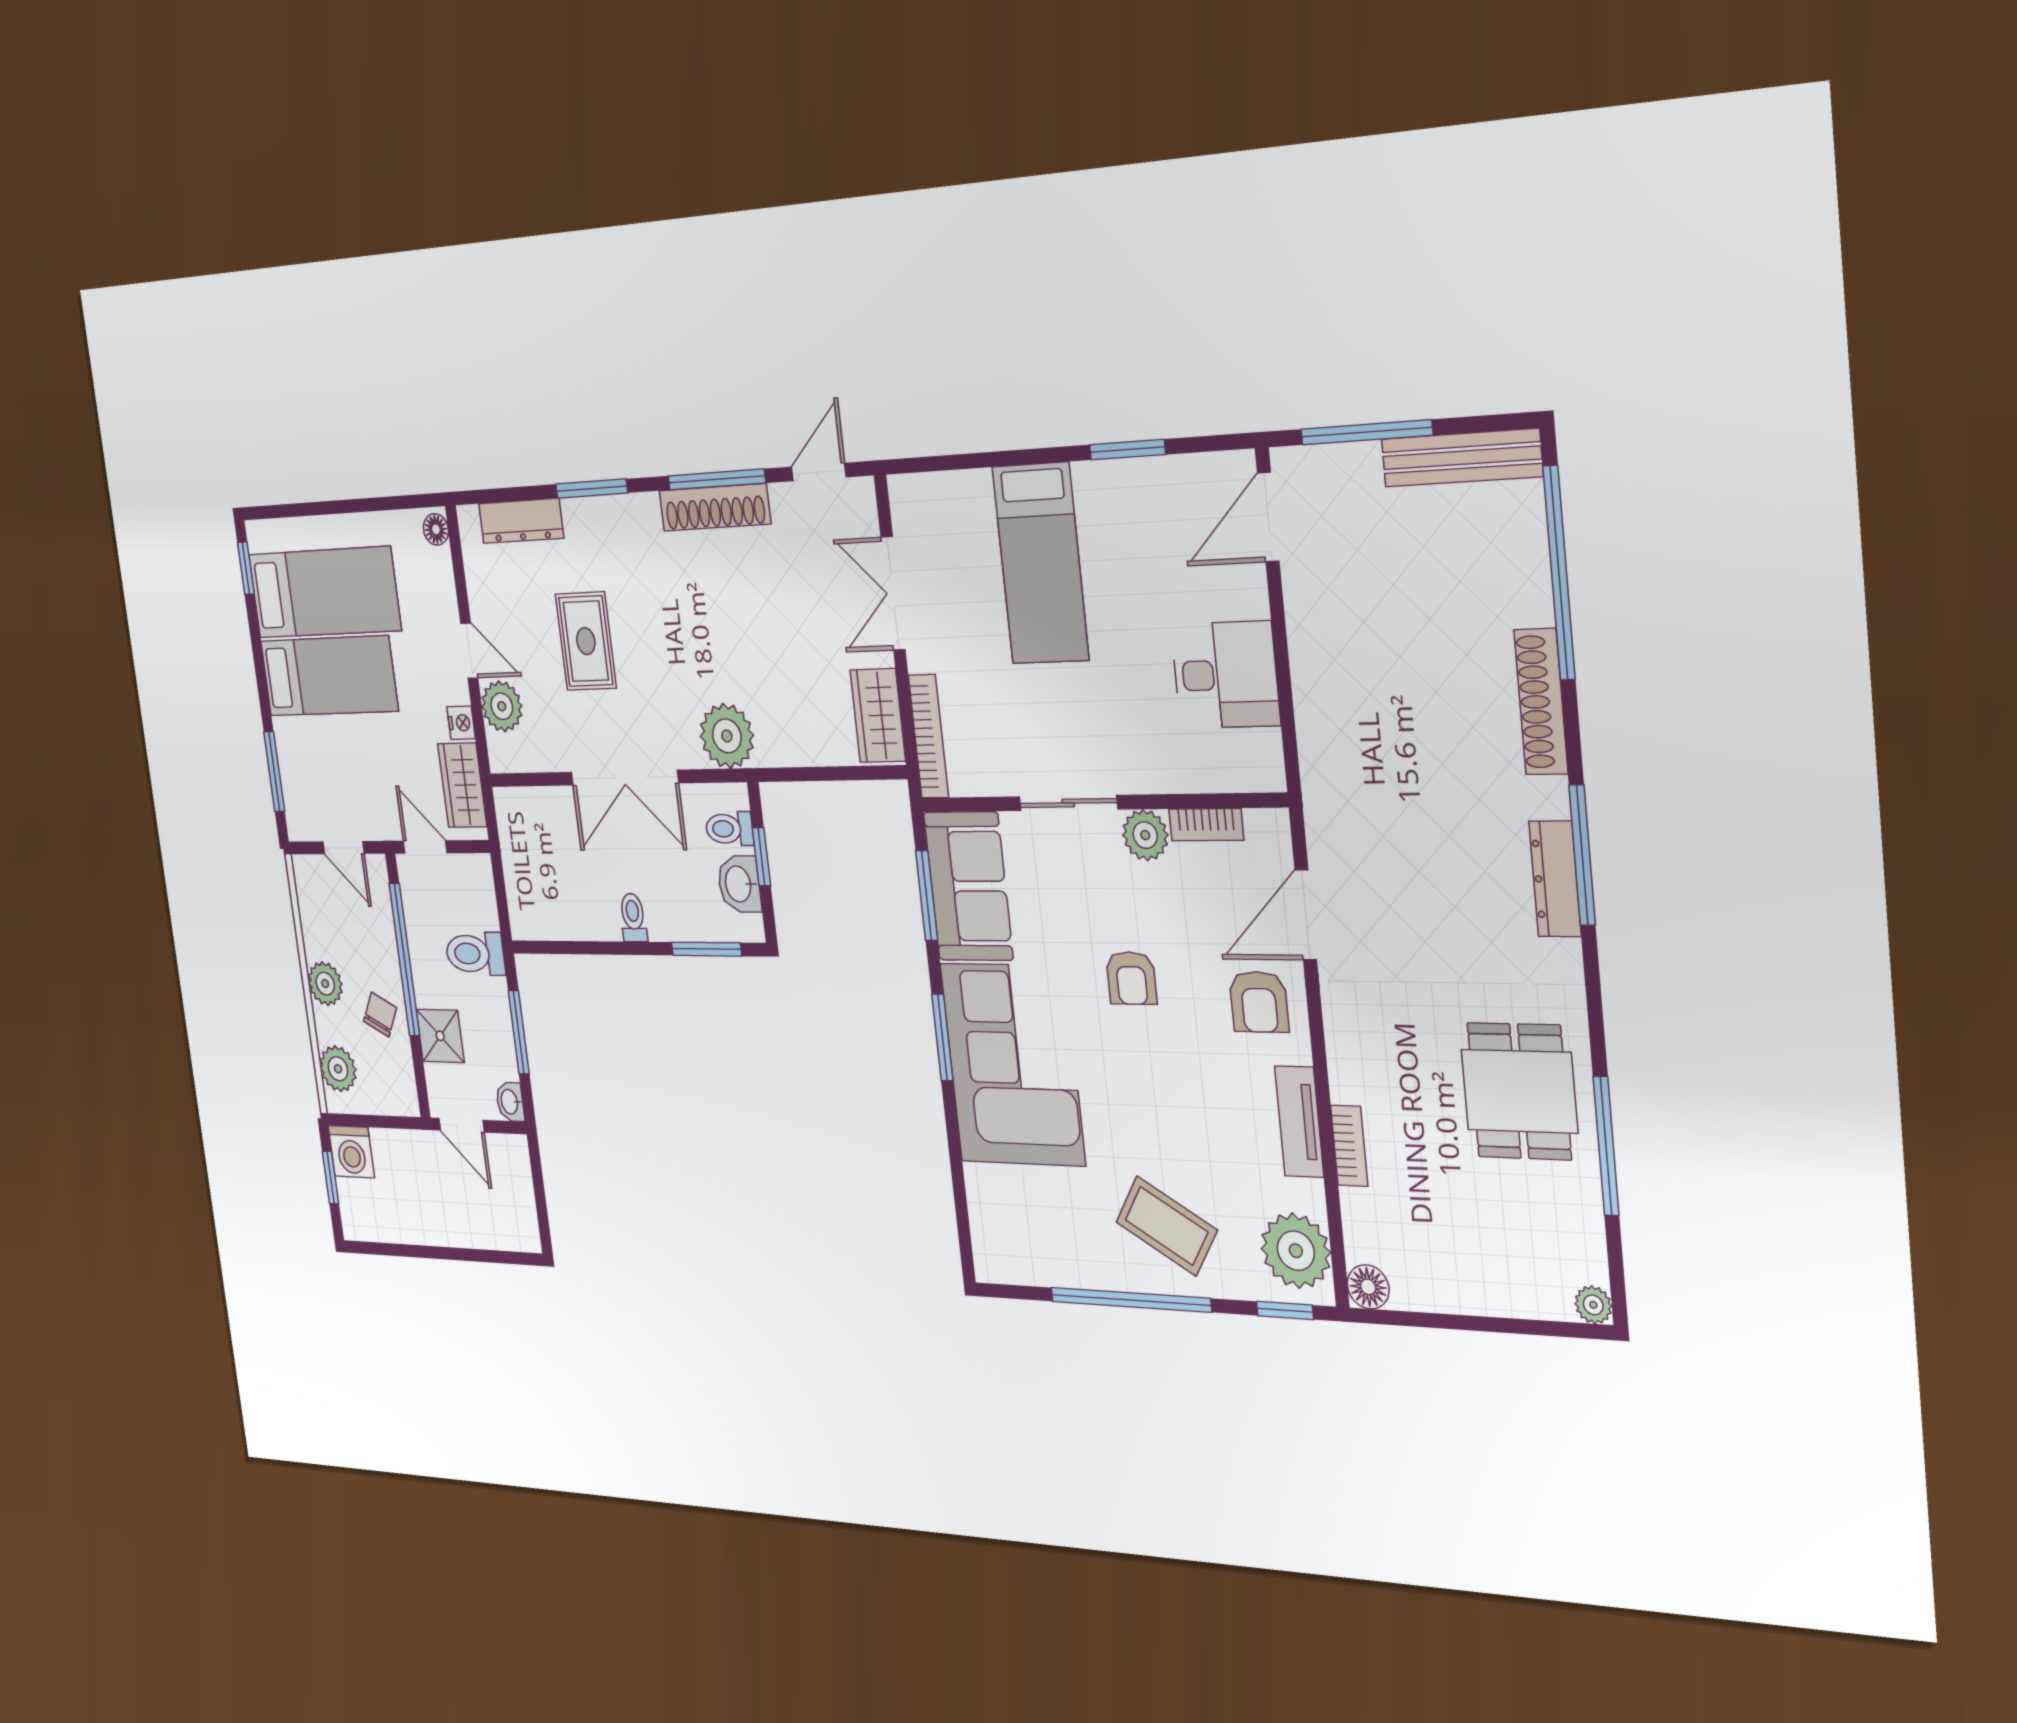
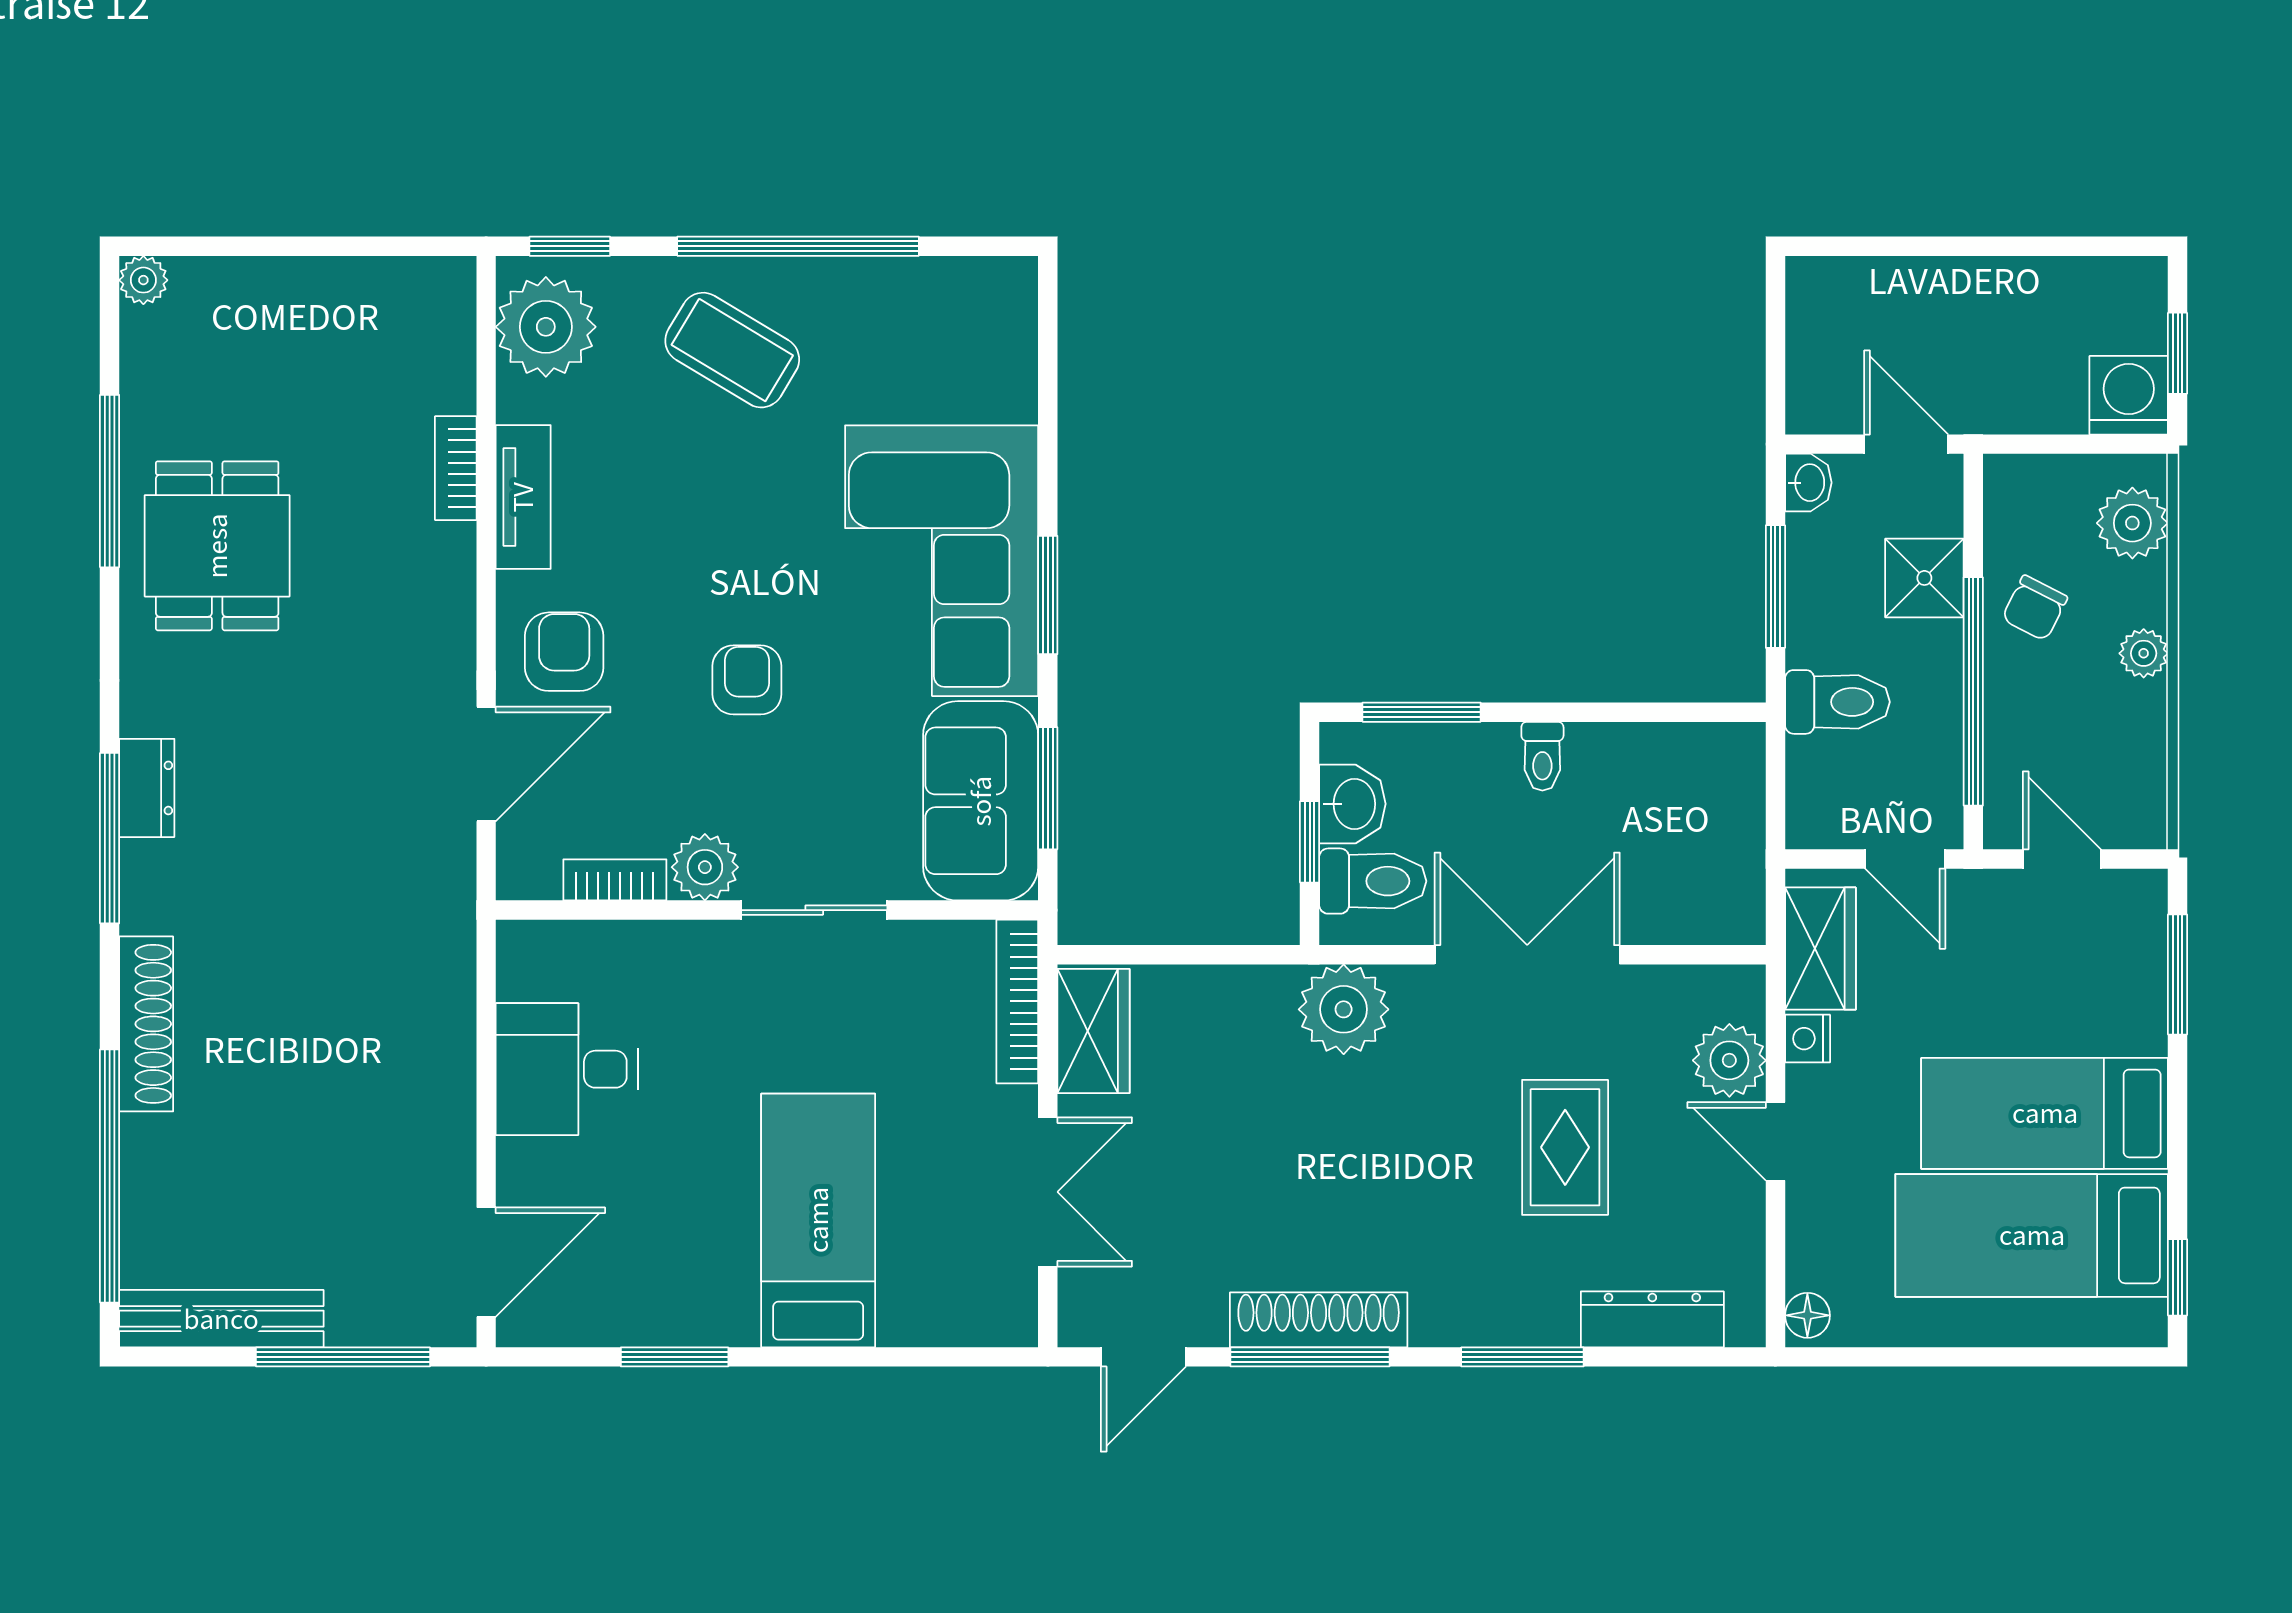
toilet: (729, 829) -> (1373, 881), width x1.37, depth x1.39
dresser: (1555, 879) -> (147, 788), width x0.70
plant: (325, 984) -> (2144, 653), width x0.73, depth x0.73
floor lamp: (1368, 1287) -> (448, 285), removed

